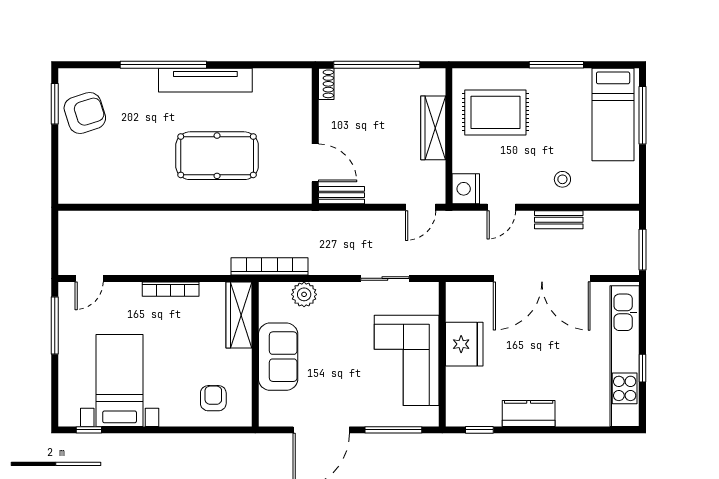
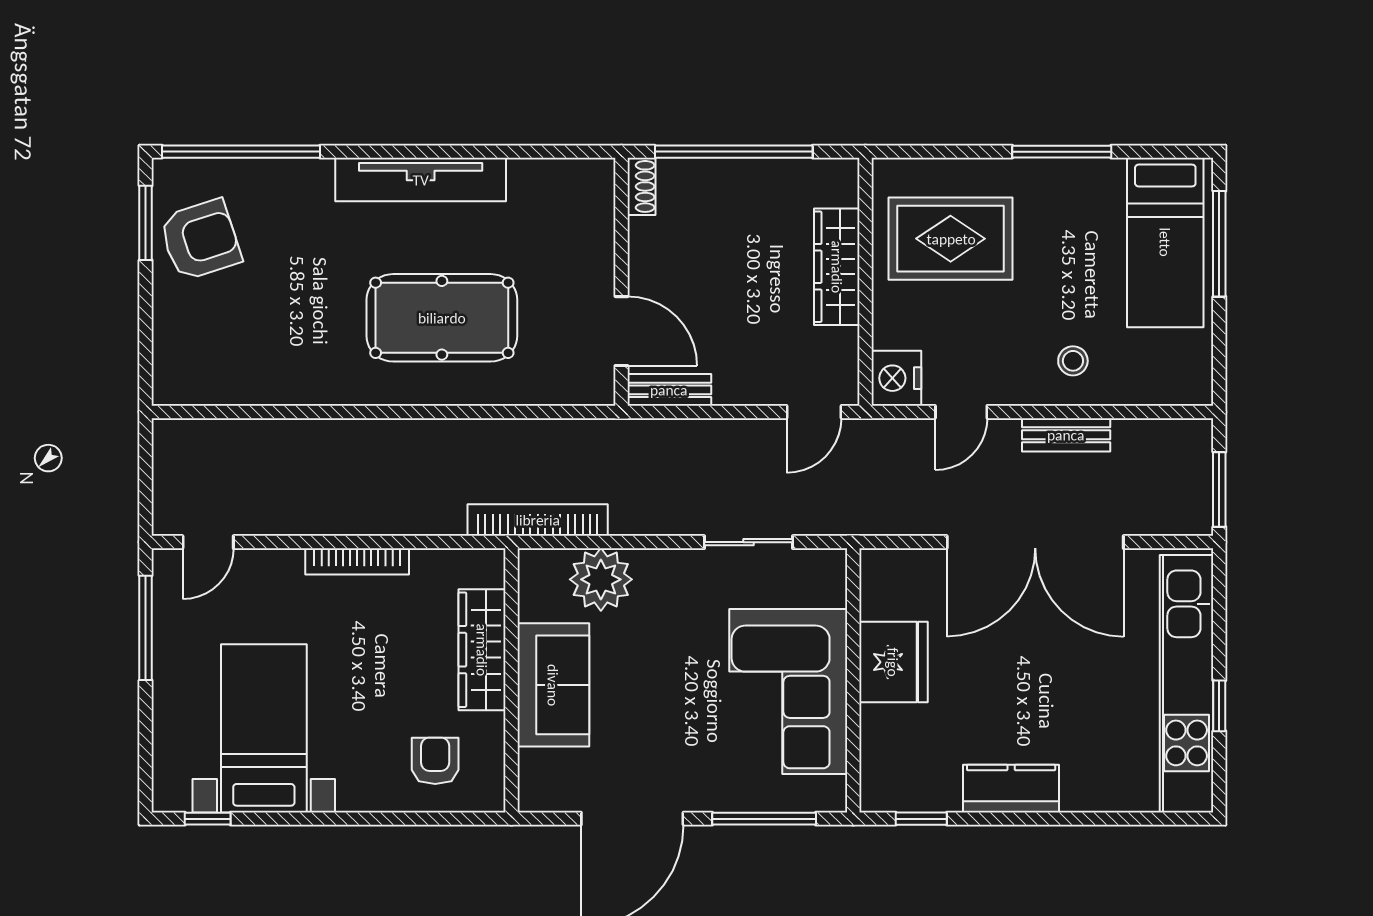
window: (163, 65) -> (241, 152), moved
plant: (304, 294) -> (601, 579), width x1.36, depth x1.36
wardrobe: (239, 315) -> (482, 650), moved

